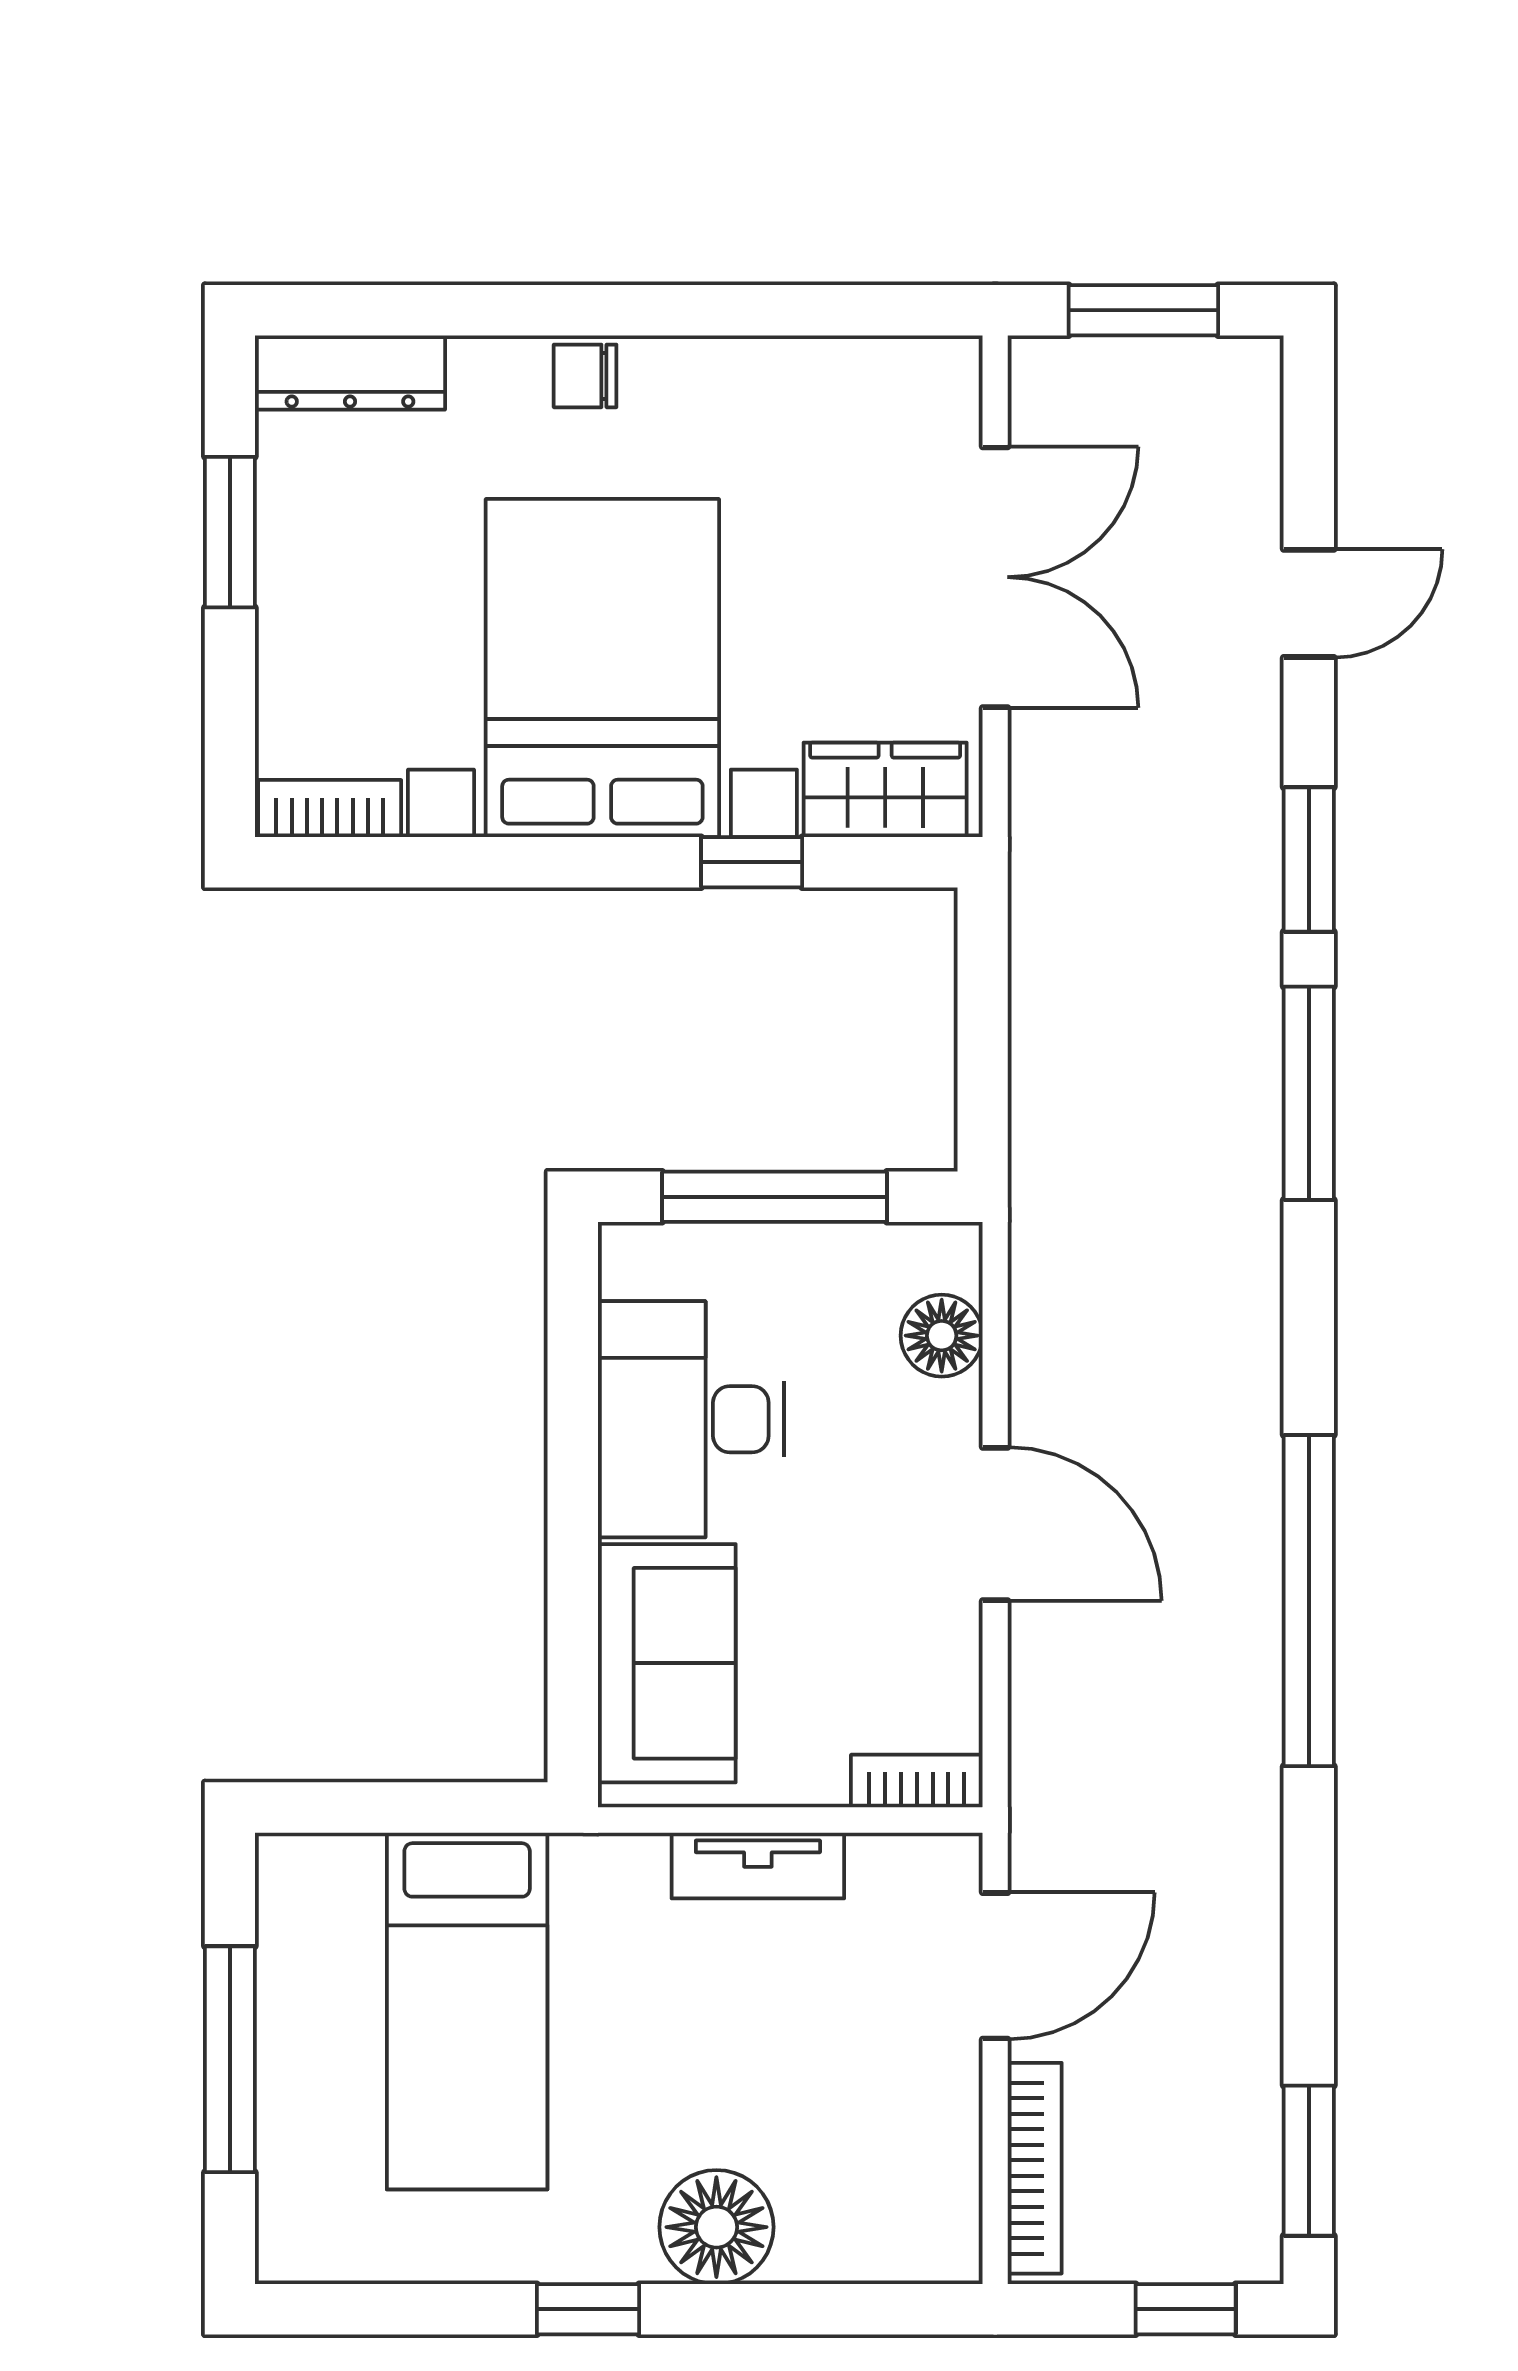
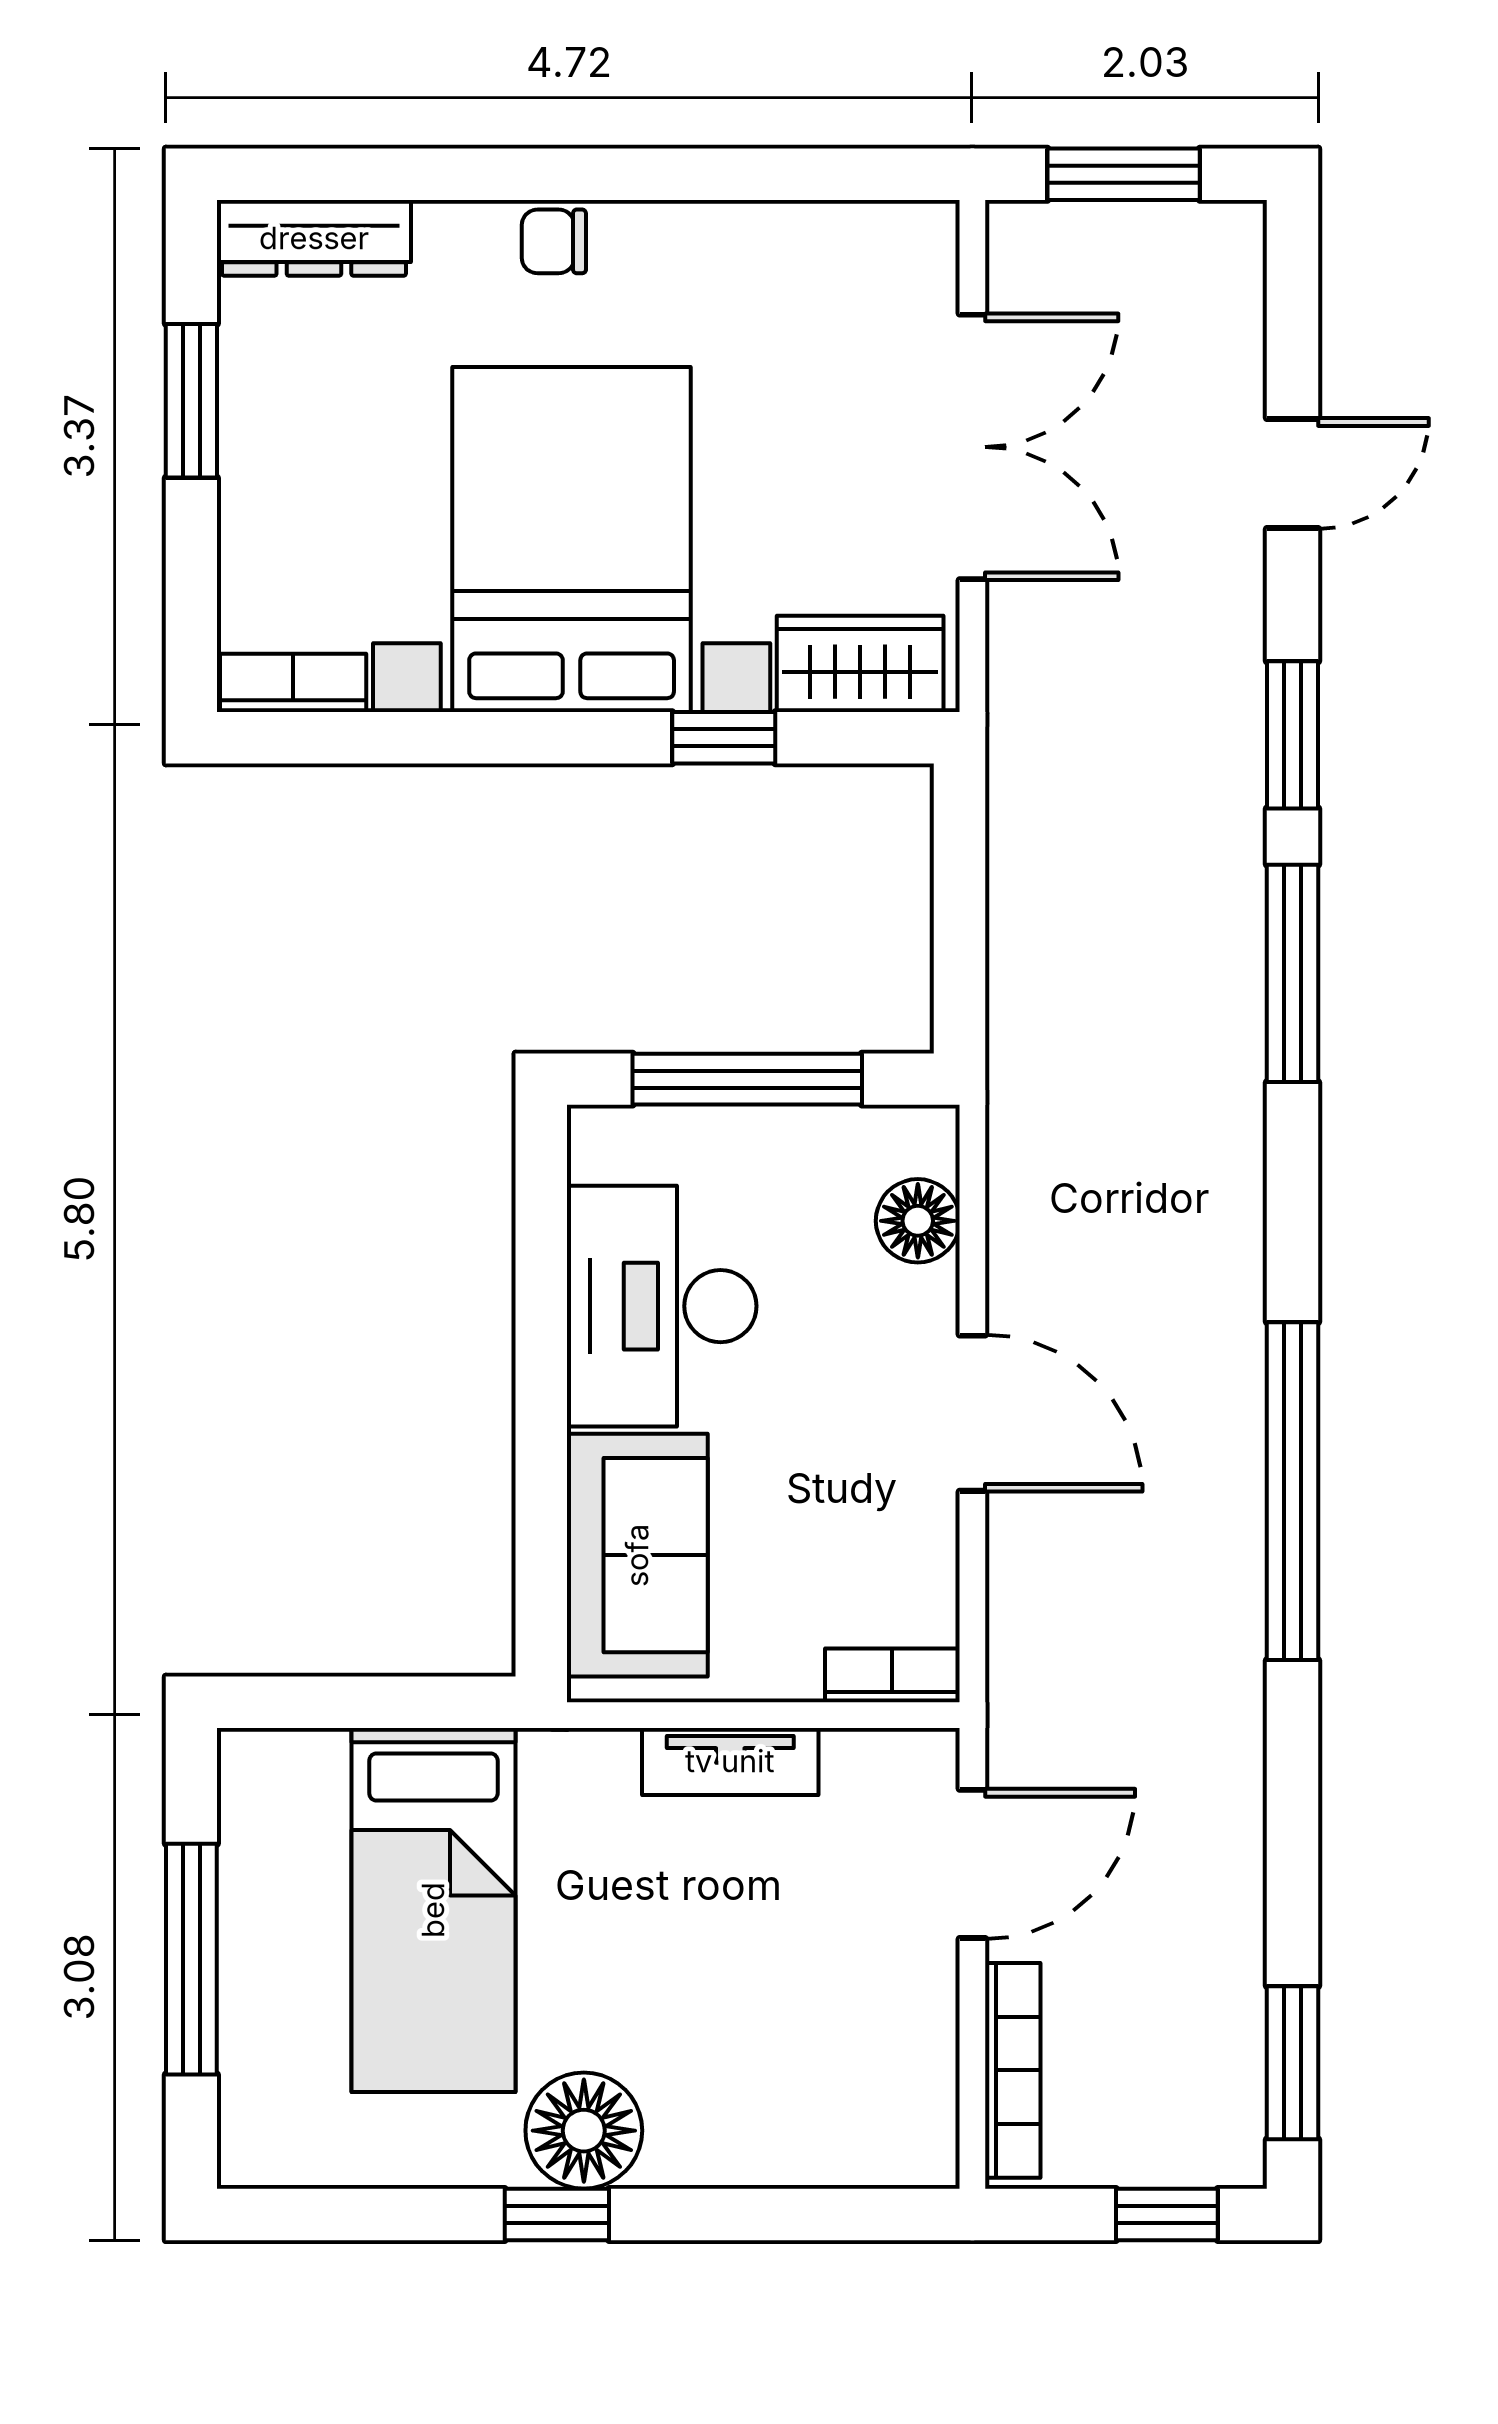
floor lamp: (716, 2227) -> (584, 2131), moved

